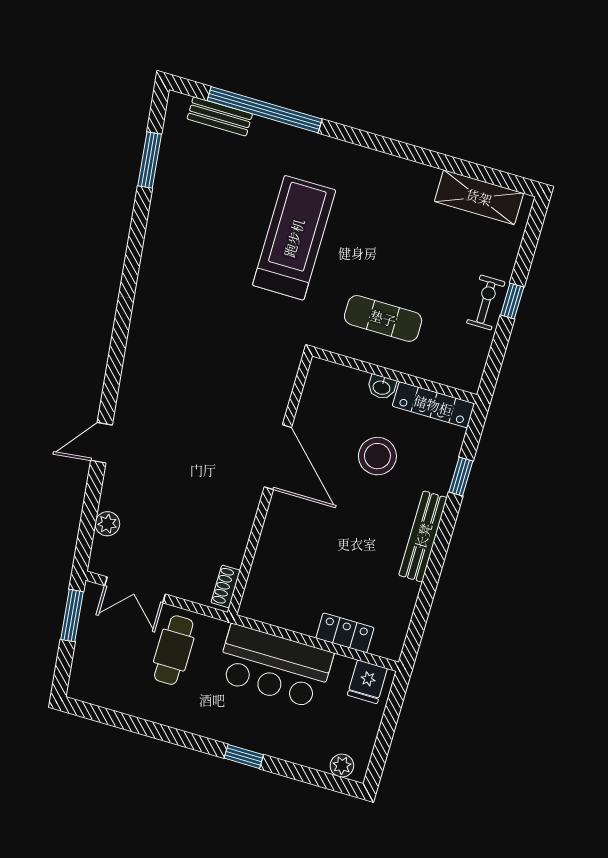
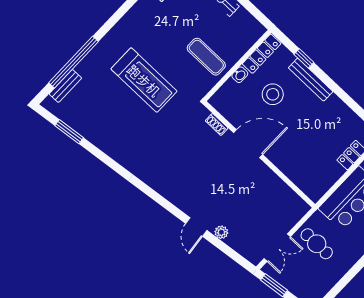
treadmill: (294, 238) -> (144, 80), turned 180
exercise mat: (383, 318) -> (206, 57), turned 90
plant: (107, 524) -> (221, 232), moved
bench: (423, 536) -> (311, 80), moved
shoe rack: (226, 586) -> (217, 124), moved

